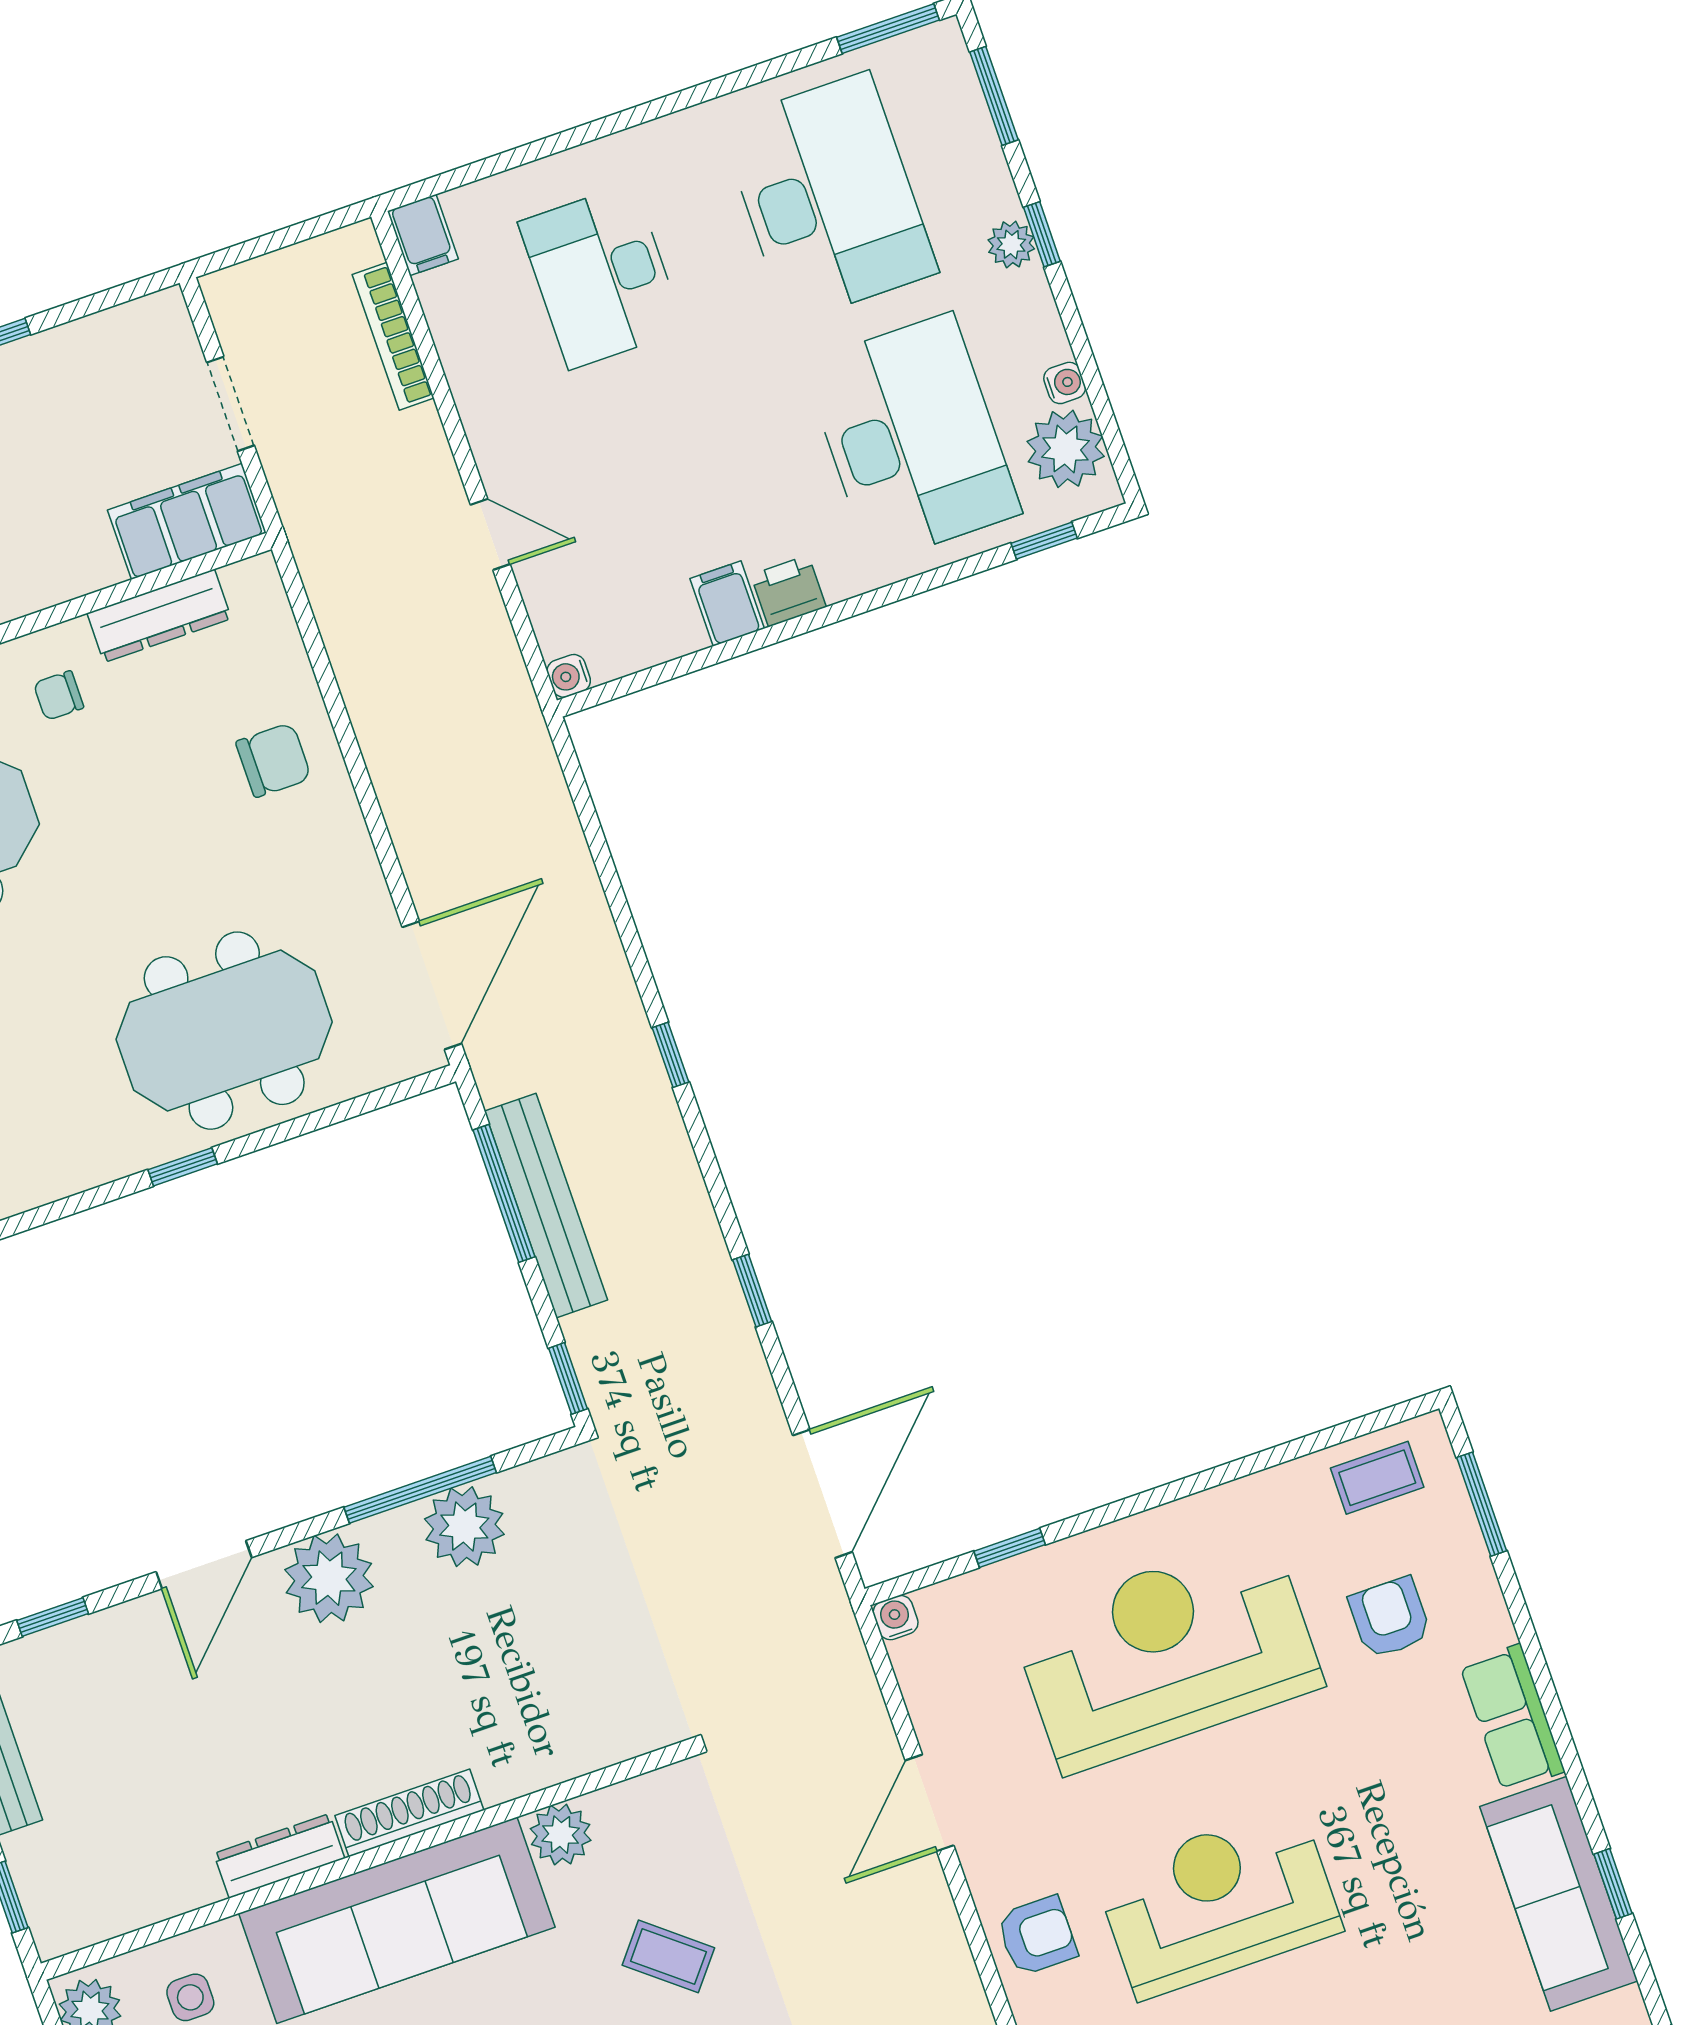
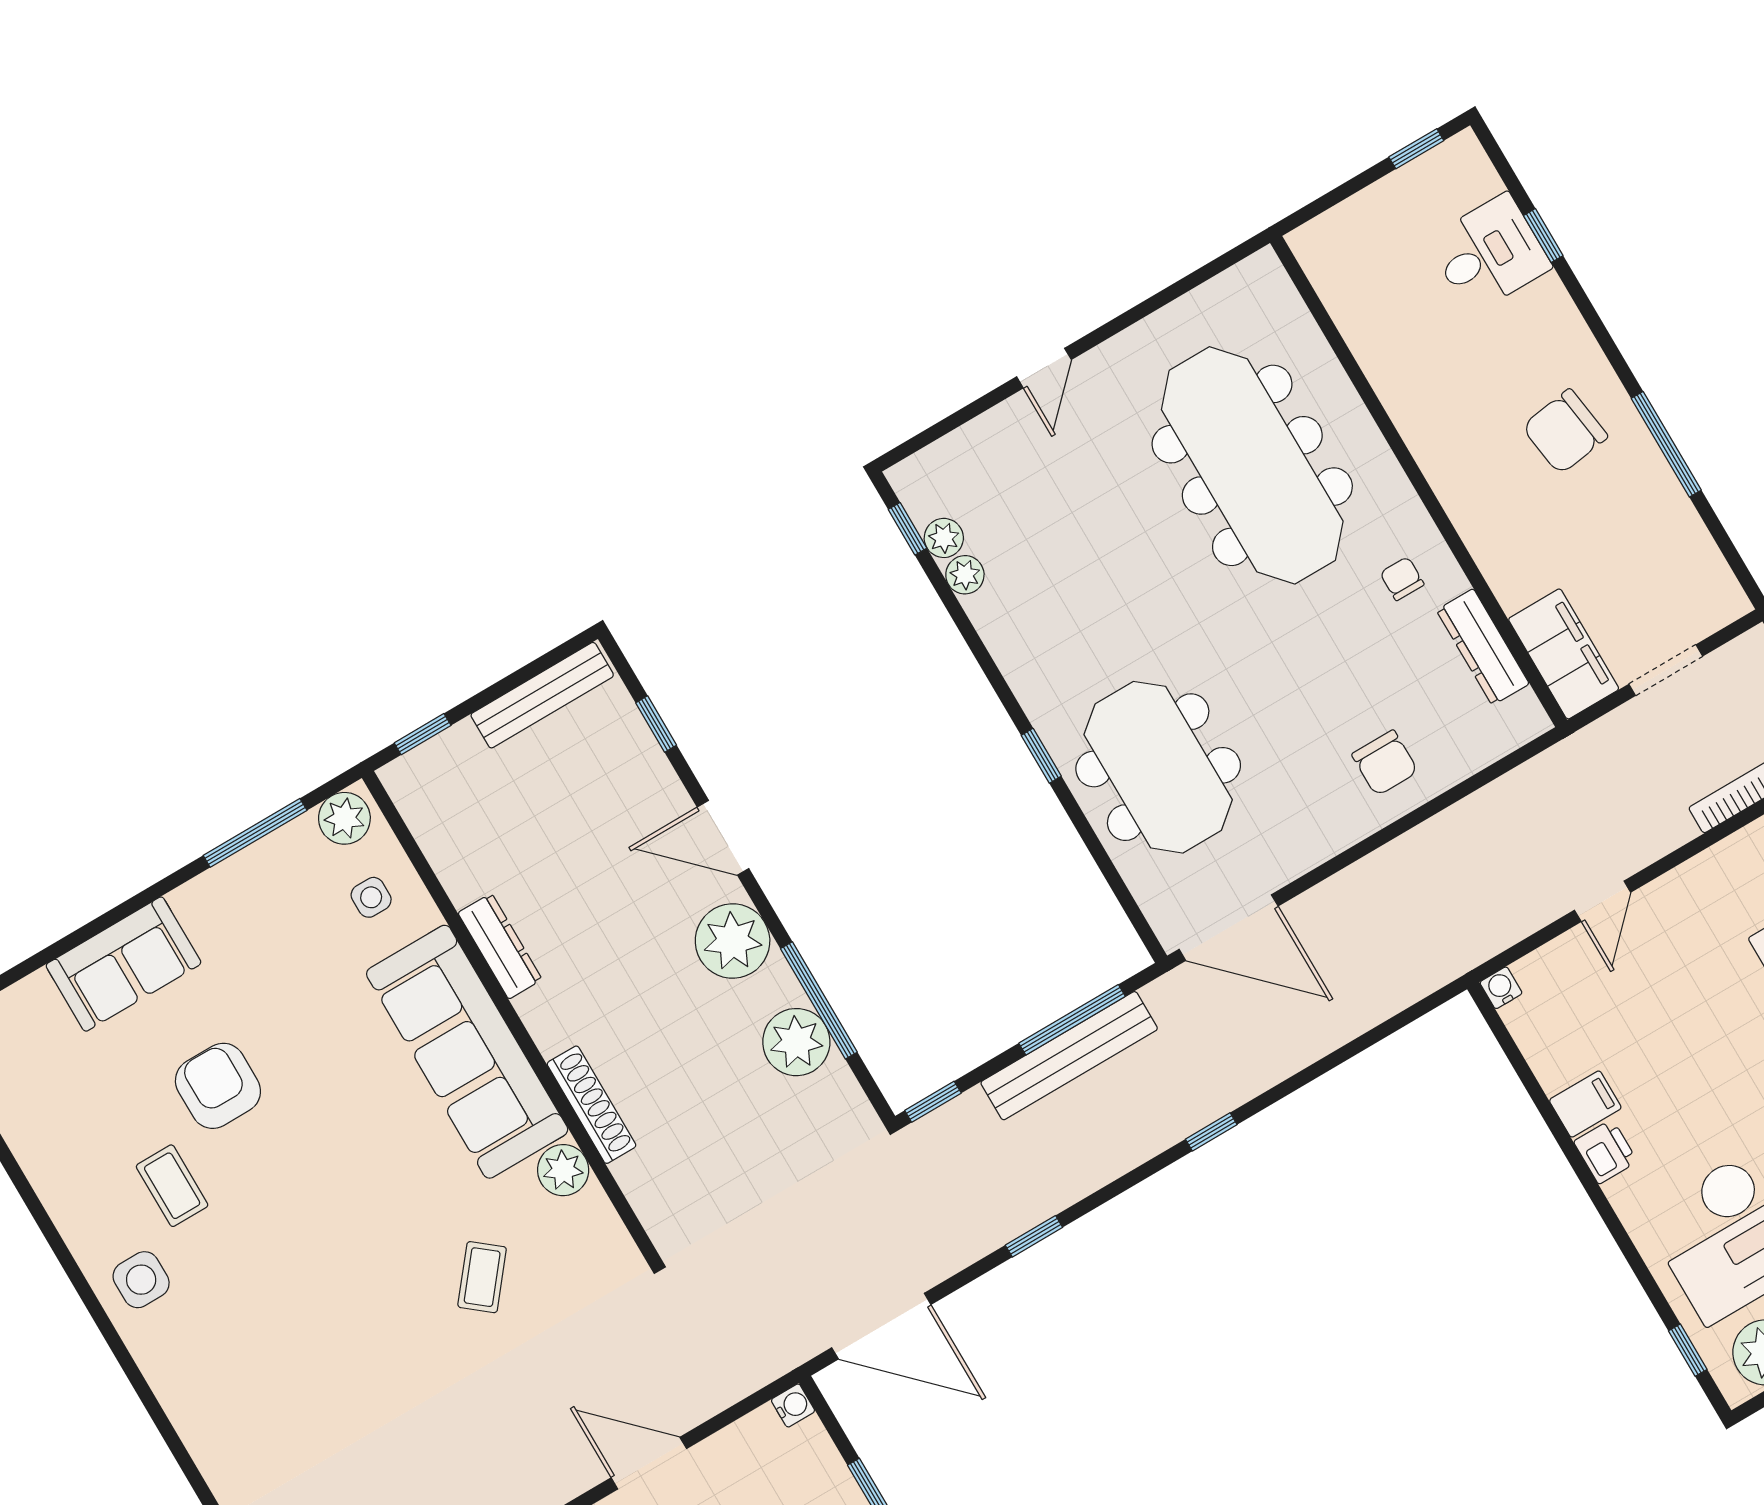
shoe rack: (409, 1813) -> (591, 1105), moved

